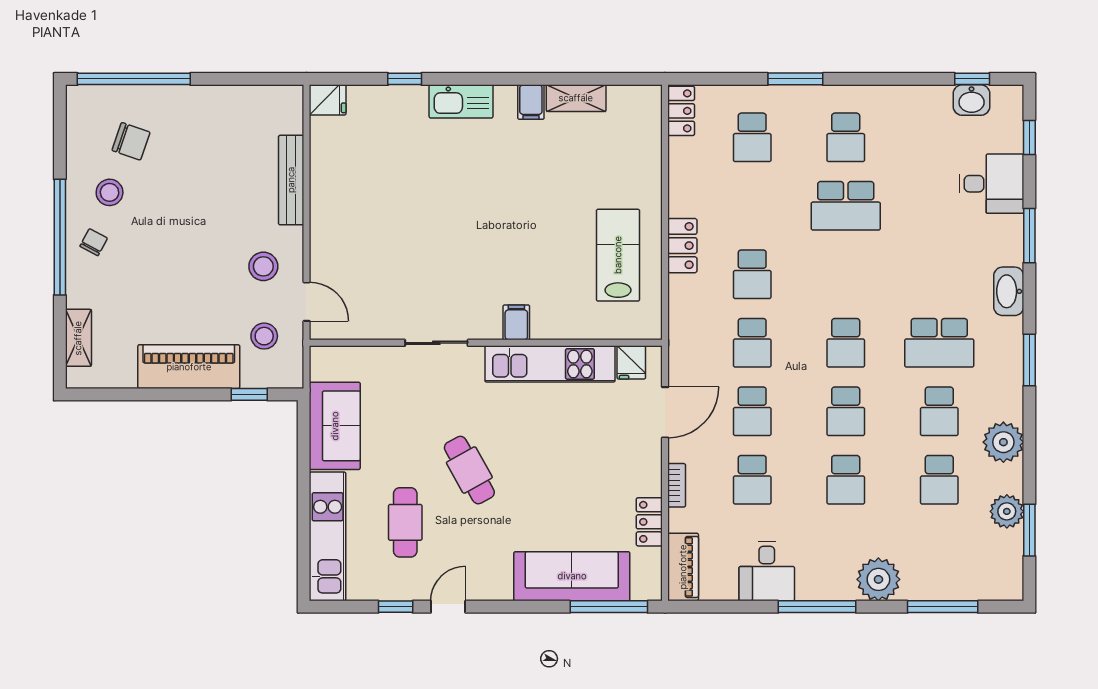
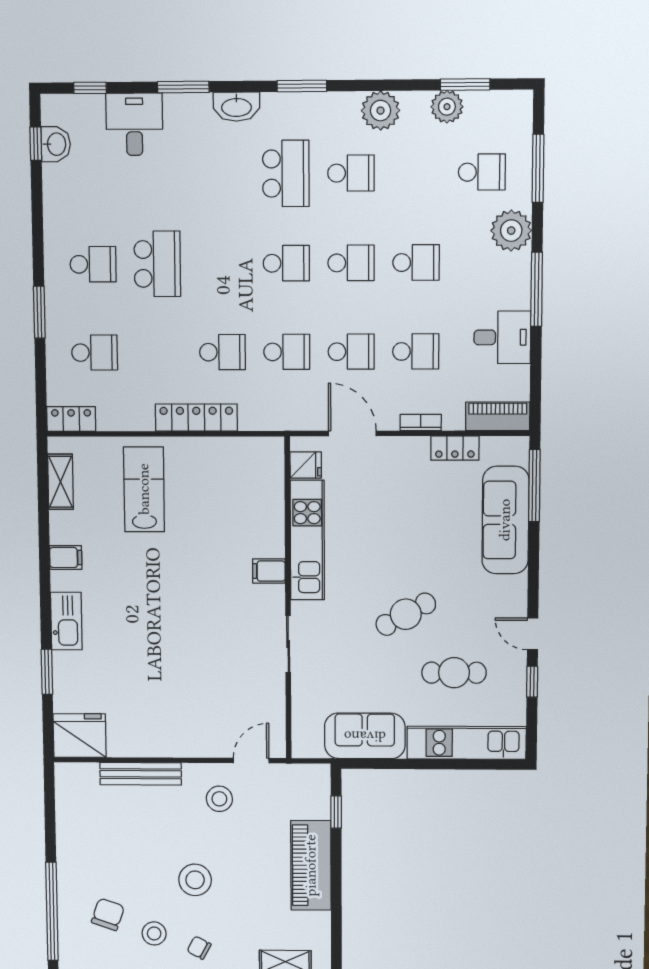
window: (405, 79) -> (47, 672), width x1.50
shelving: (576, 98) -> (61, 482), moved
fridge: (328, 100) -> (80, 735), width x1.88, depth x1.34
locker: (682, 246) -> (196, 418), width x1.53
lab bench: (618, 255) -> (144, 489), moved, turned 90
stool: (264, 336) -> (195, 880), moved, width x1.38, depth x1.38
school desk: (939, 480) -> (482, 172), moved

